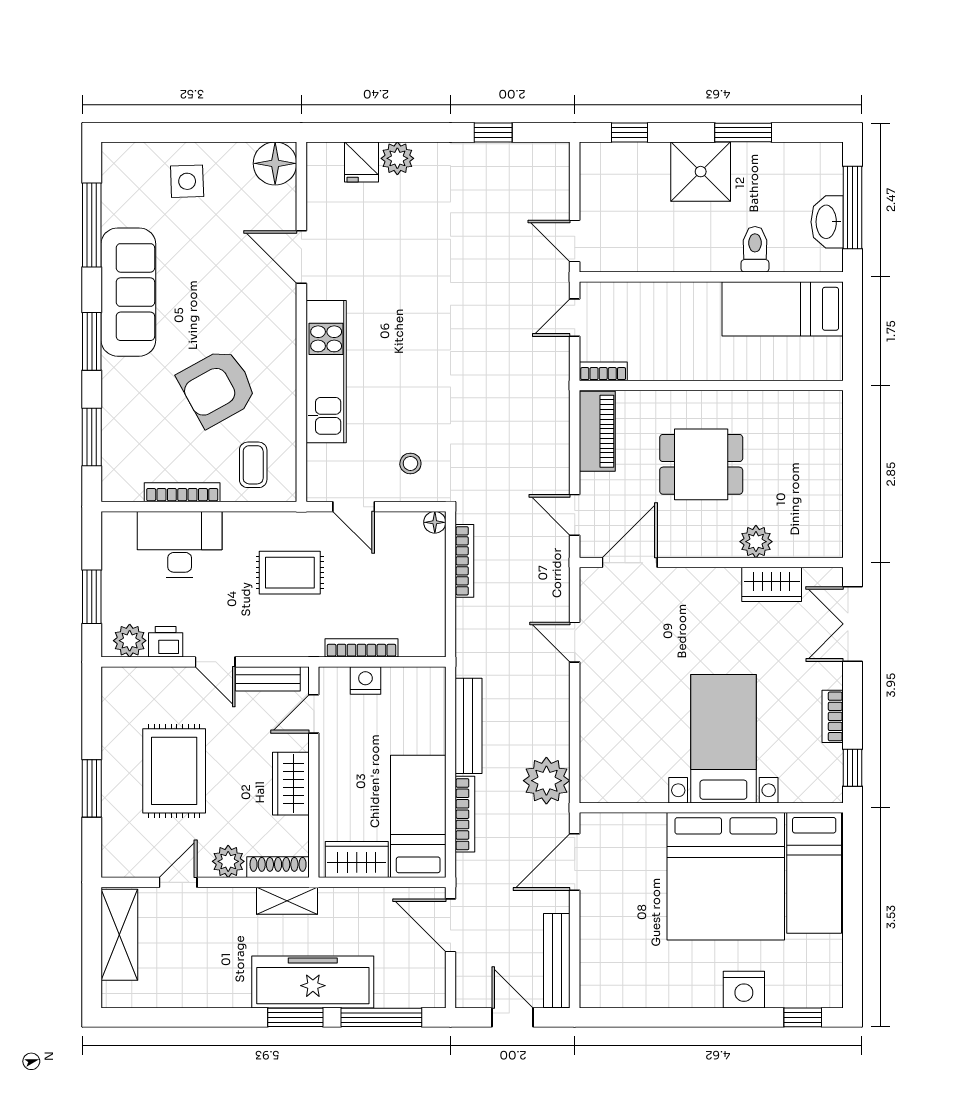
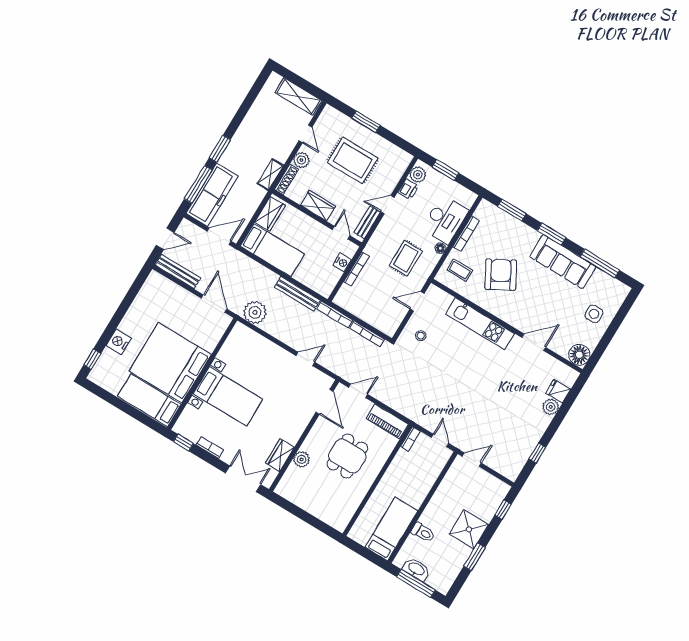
floor lamp: (435, 522) -> (440, 248), moved
bookcase: (465, 814) -> (335, 314), moved
freezer: (313, 982) -> (212, 195), moved

